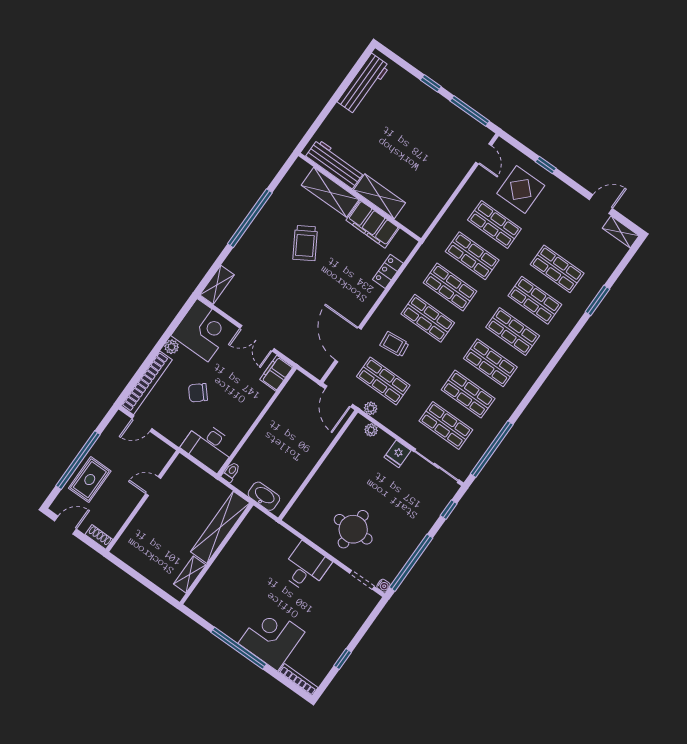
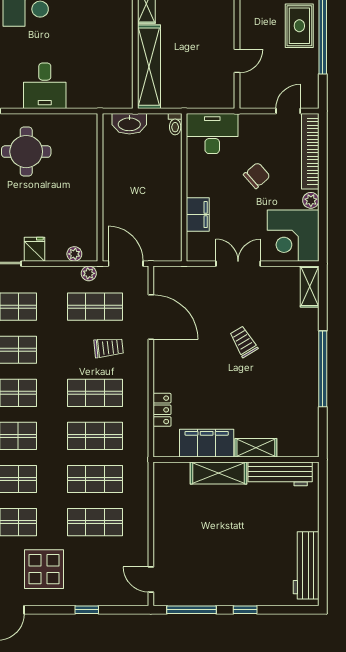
display table: (521, 189) -> (44, 569), moved
shelving: (330, 192) -> (256, 448), width x0.67, depth x0.75
trolley: (305, 243) -> (244, 342), moved, width x0.73, depth x0.72
filing cabinet: (276, 373) -> (198, 215), moved

